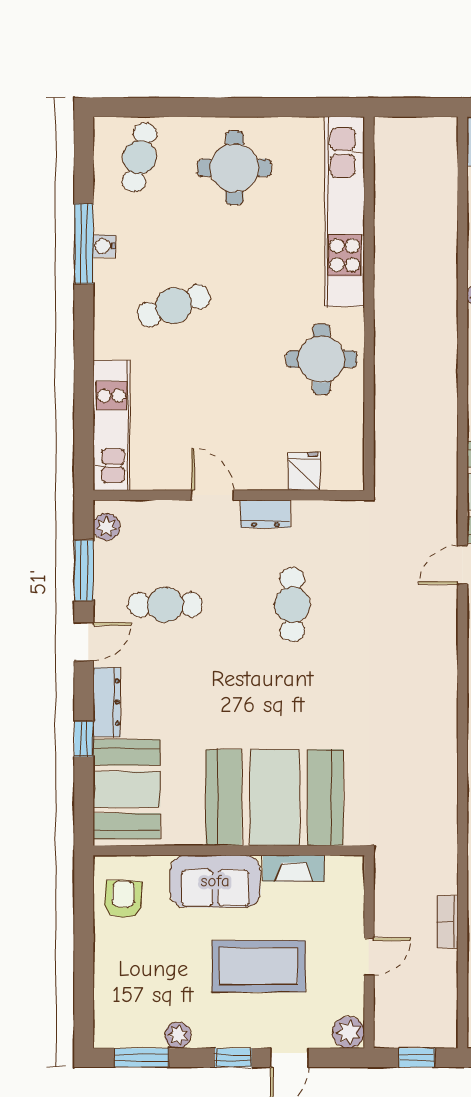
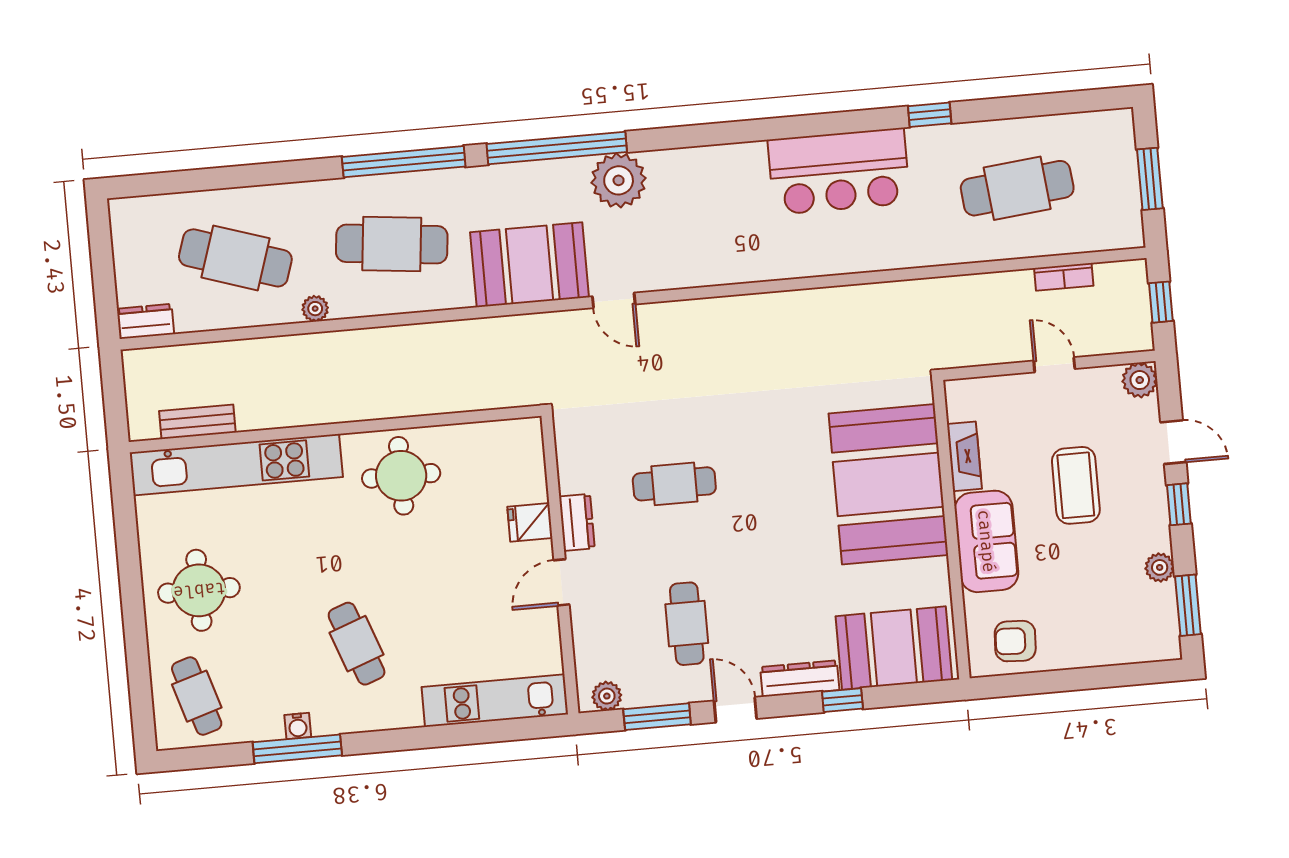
cafe table: (139, 157) -> (197, 696), turned 60
bench: (386, 180) -> (197, 422), added
fridge: (304, 471) -> (530, 522), moved
bookcase: (447, 922) -> (1064, 277), moved
coffee table: (259, 966) -> (1076, 485), width x0.73, depth x0.76

